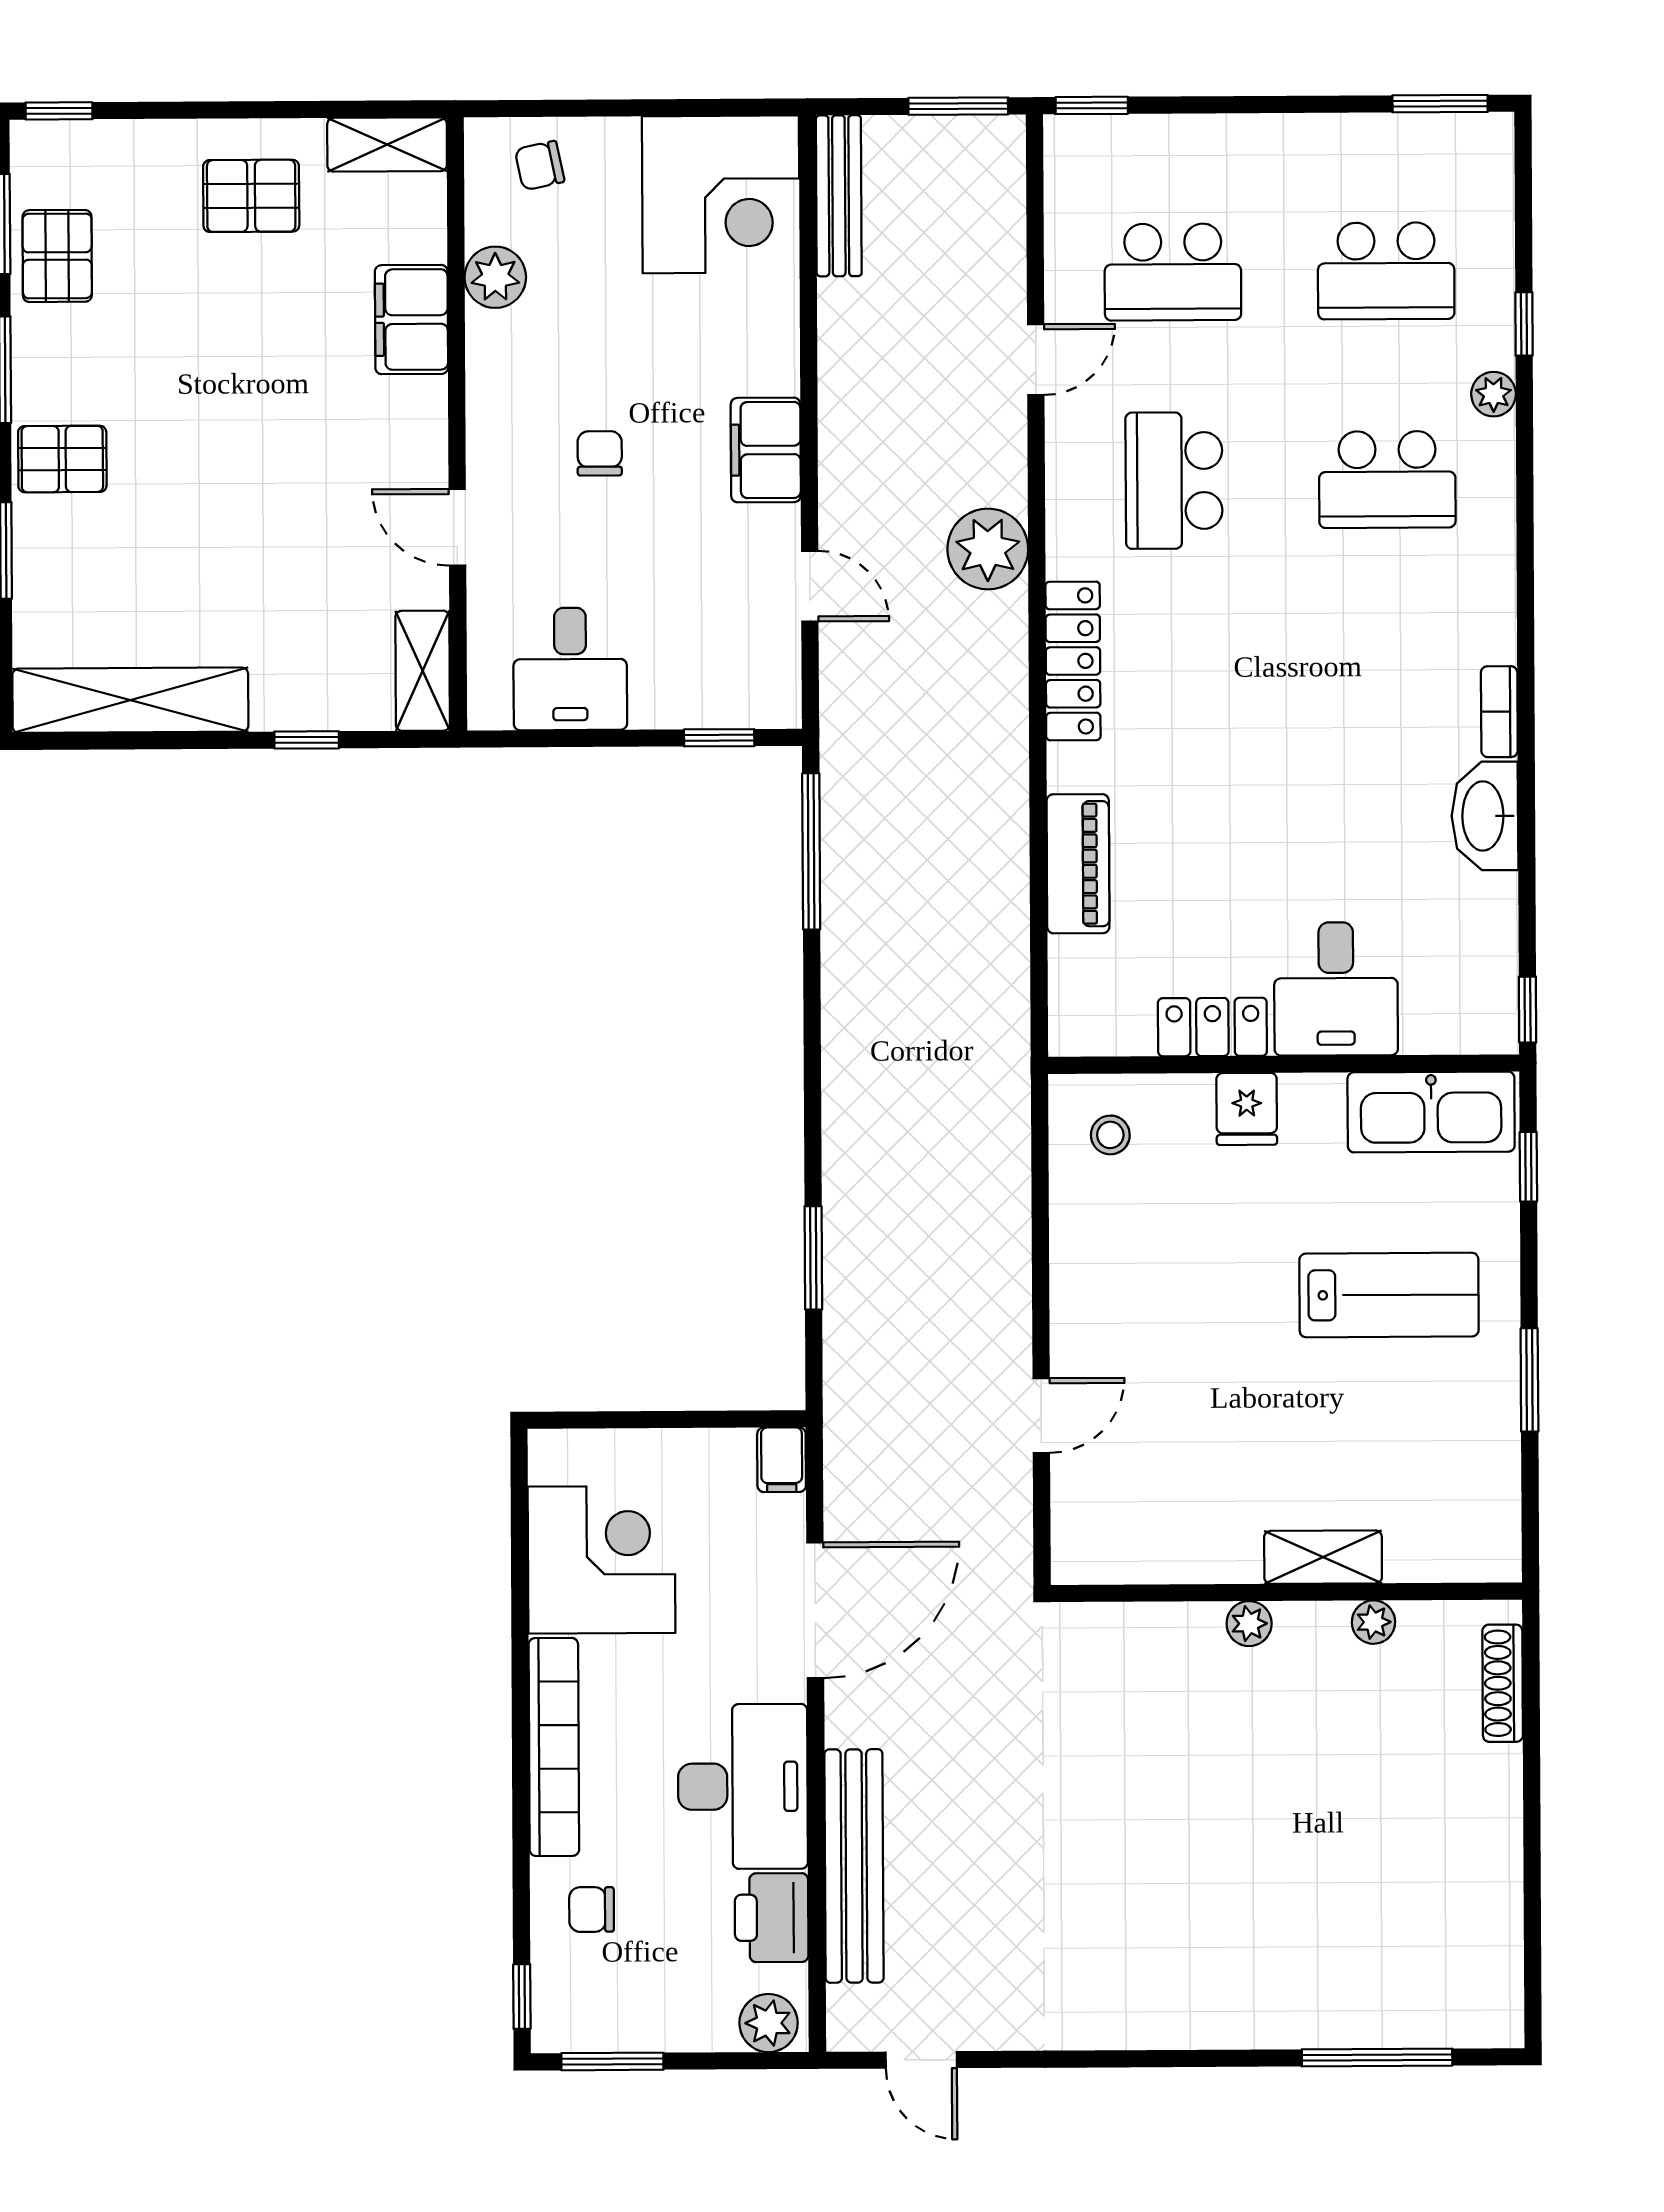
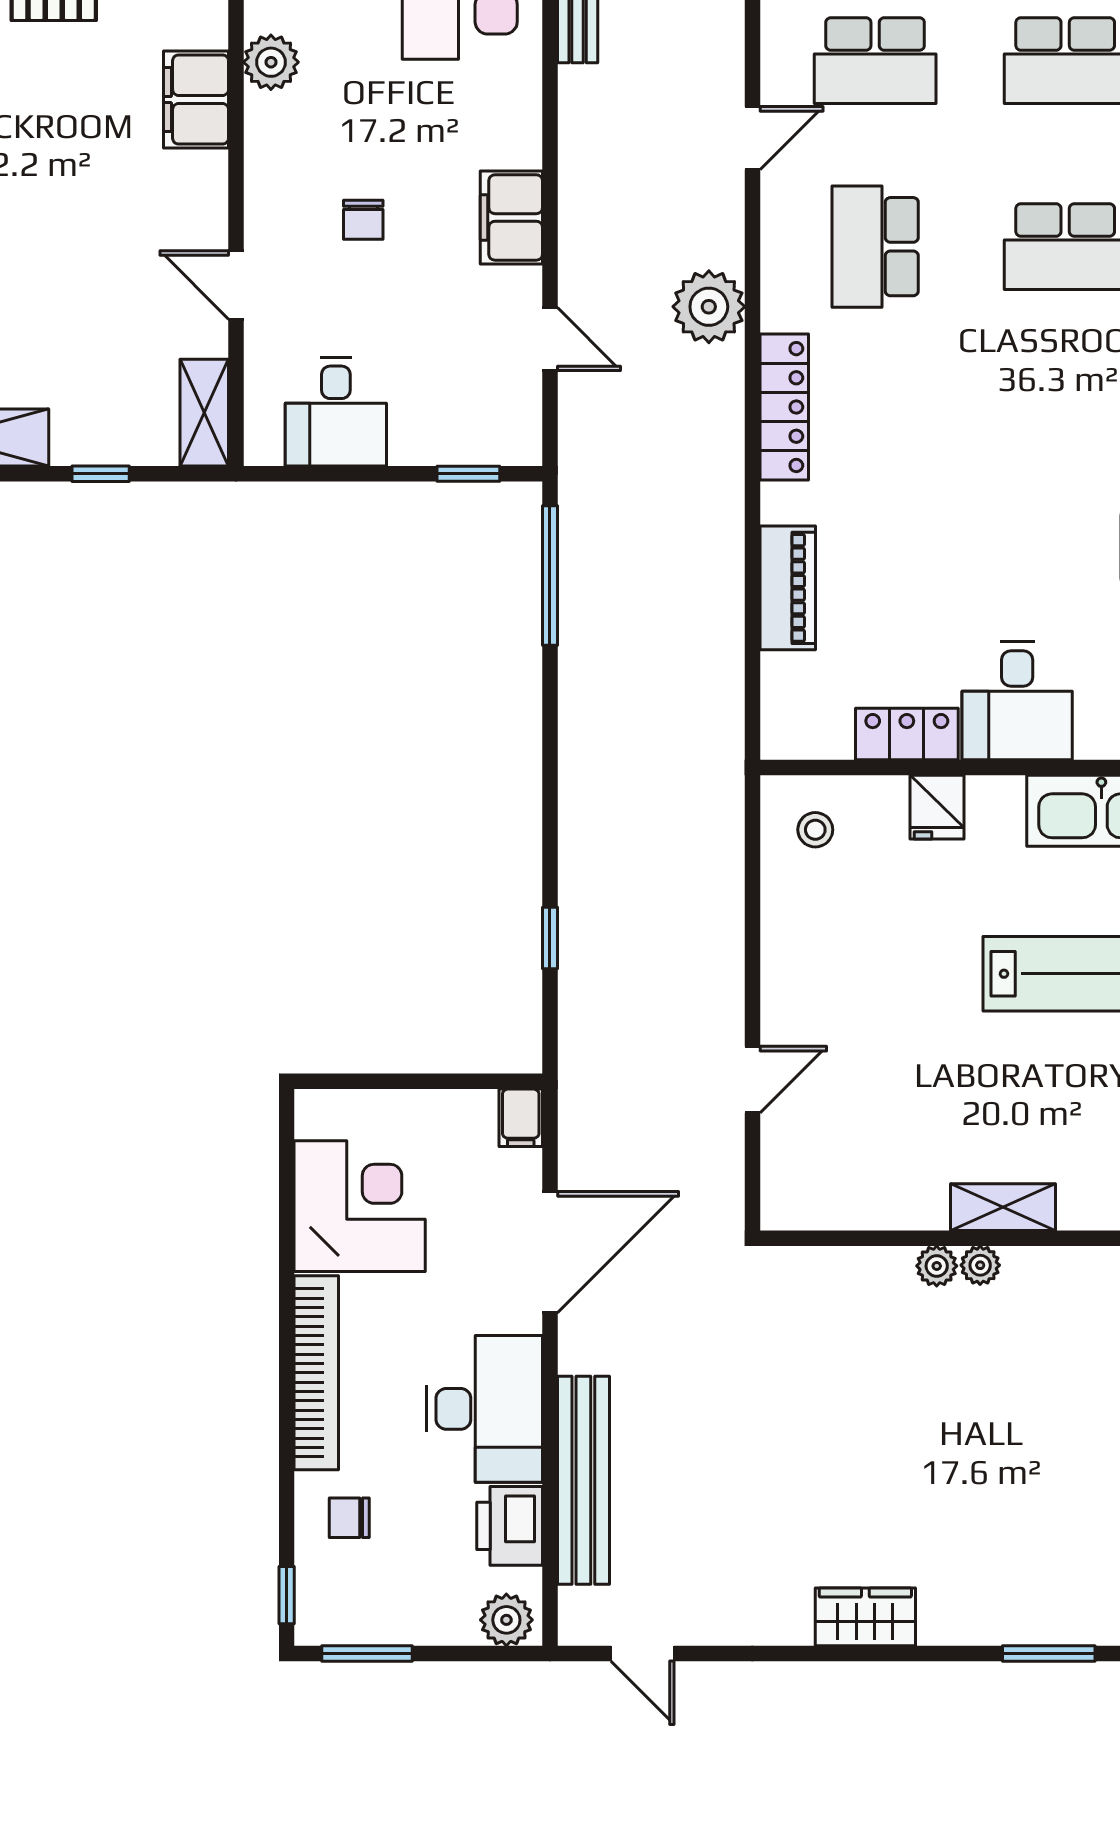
chair: (600, 453) -> (363, 220), turned 180
window: (813, 1258) -> (550, 938), width x0.67
plant: (1373, 1622) -> (980, 1265), moved
wardrobe: (1171, 2018) -> (865, 1617), added
window: (1377, 2057) -> (1049, 1653), width x0.69

